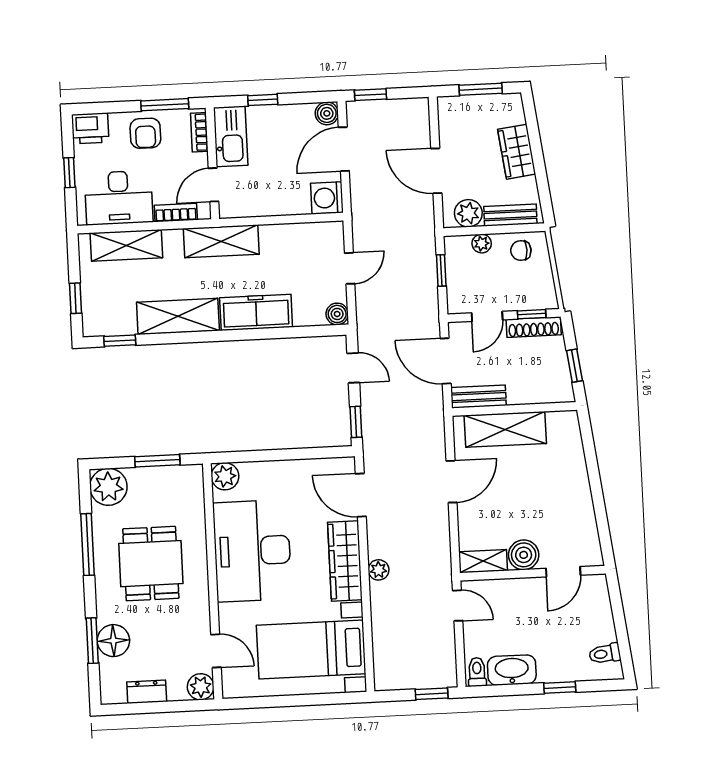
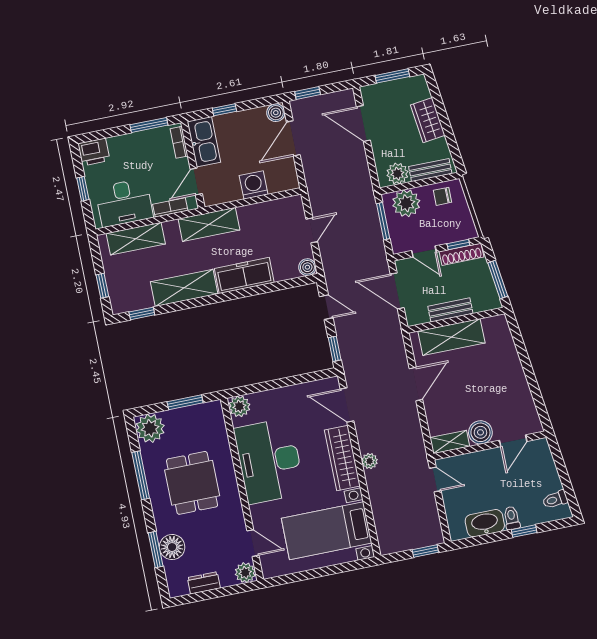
armchair: (145, 133) -> (137, 149), removed
door: (436, 171) -> (363, 124), moved
washing machine: (327, 198) -> (254, 185), moved, turned 90
plant: (482, 244) -> (406, 203), width x1.88, depth x1.88
window: (441, 270) -> (383, 221), width x1.50
door: (487, 316) -> (424, 251), hinge flipped
window: (575, 366) -> (498, 279), width x1.50
bench: (478, 397) -> (450, 310), moved
toilet: (477, 672) -> (512, 518), moved

